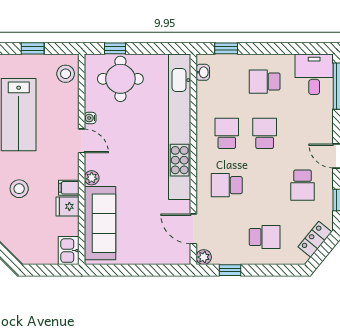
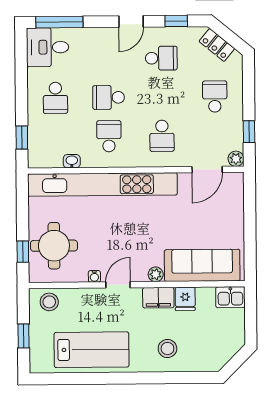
washbasin: (203, 72) -> (72, 161), moved
school desk: (227, 133) -> (109, 136), turned 90
filing cabinet: (69, 188) -> (158, 298), width x2.00

